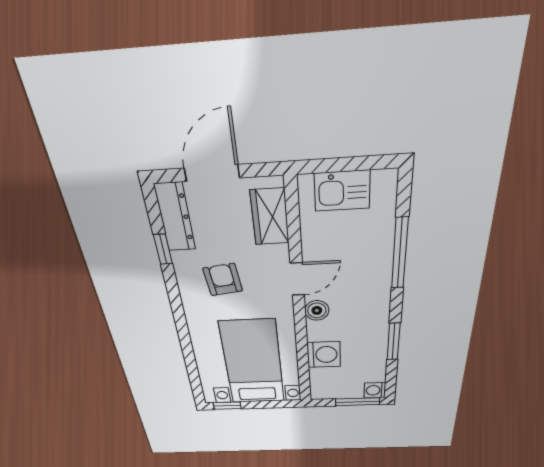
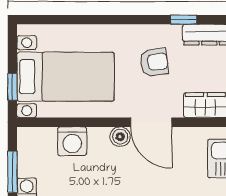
door: (297, 279) -> (151, 122), width x1.38
window: (227, 406) -> (12, 87), moved

